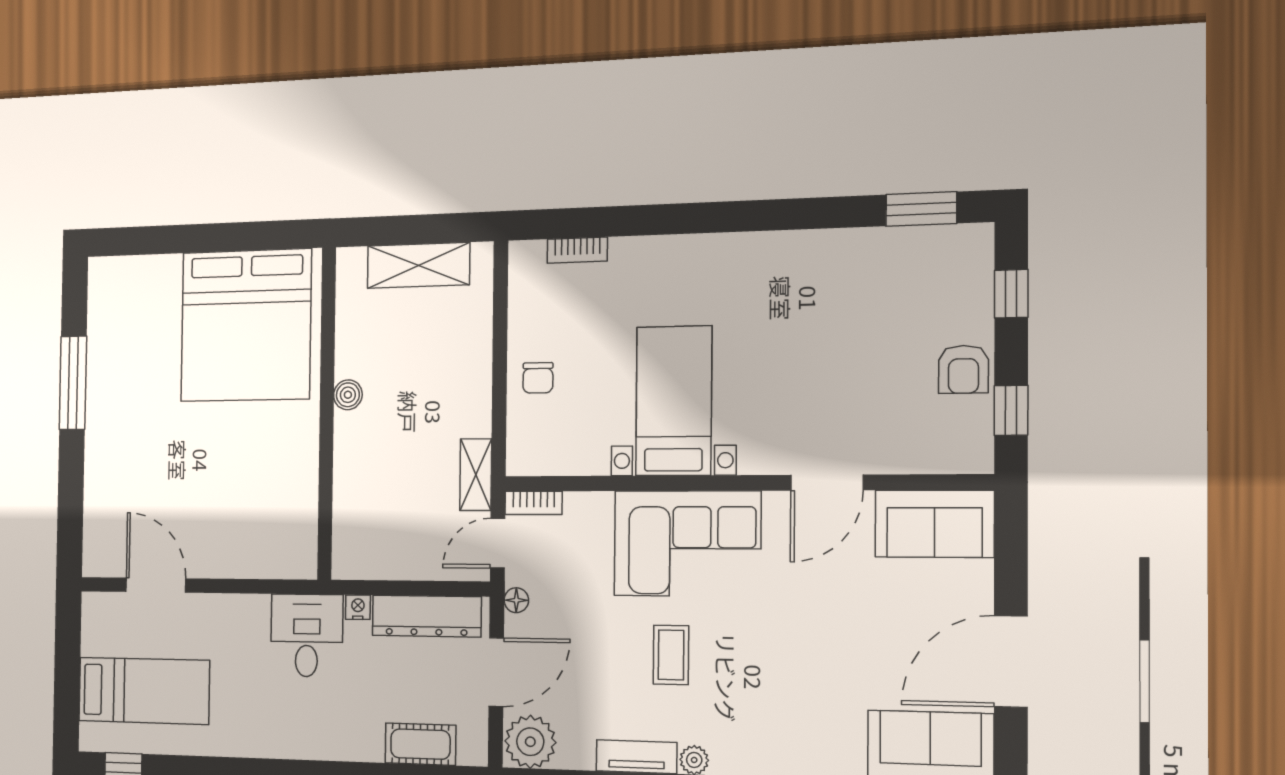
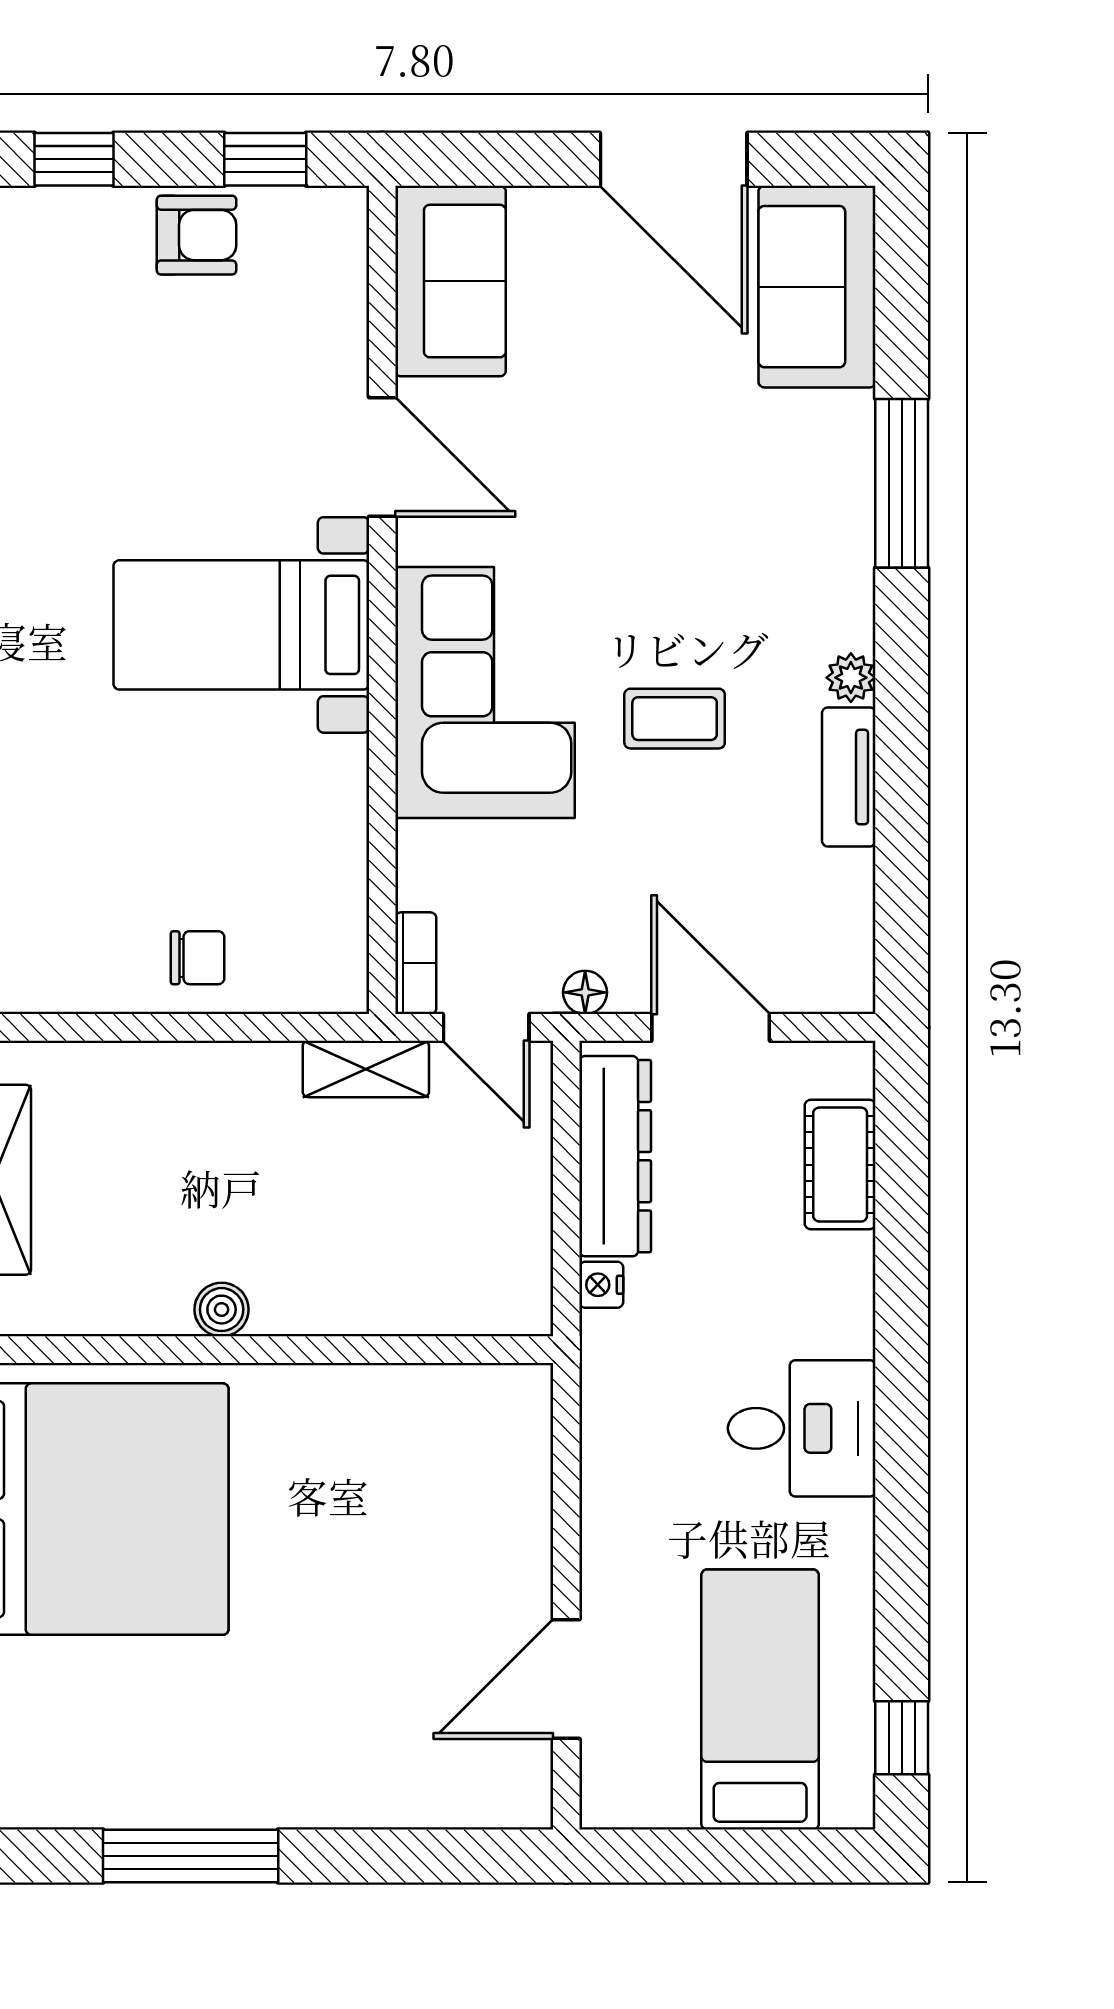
bed with nightstands: (674, 401) -> (241, 625), moved
desk: (307, 635) -> (802, 1428), moved, turned 180
plant: (530, 742) -> (829, 965), removed

